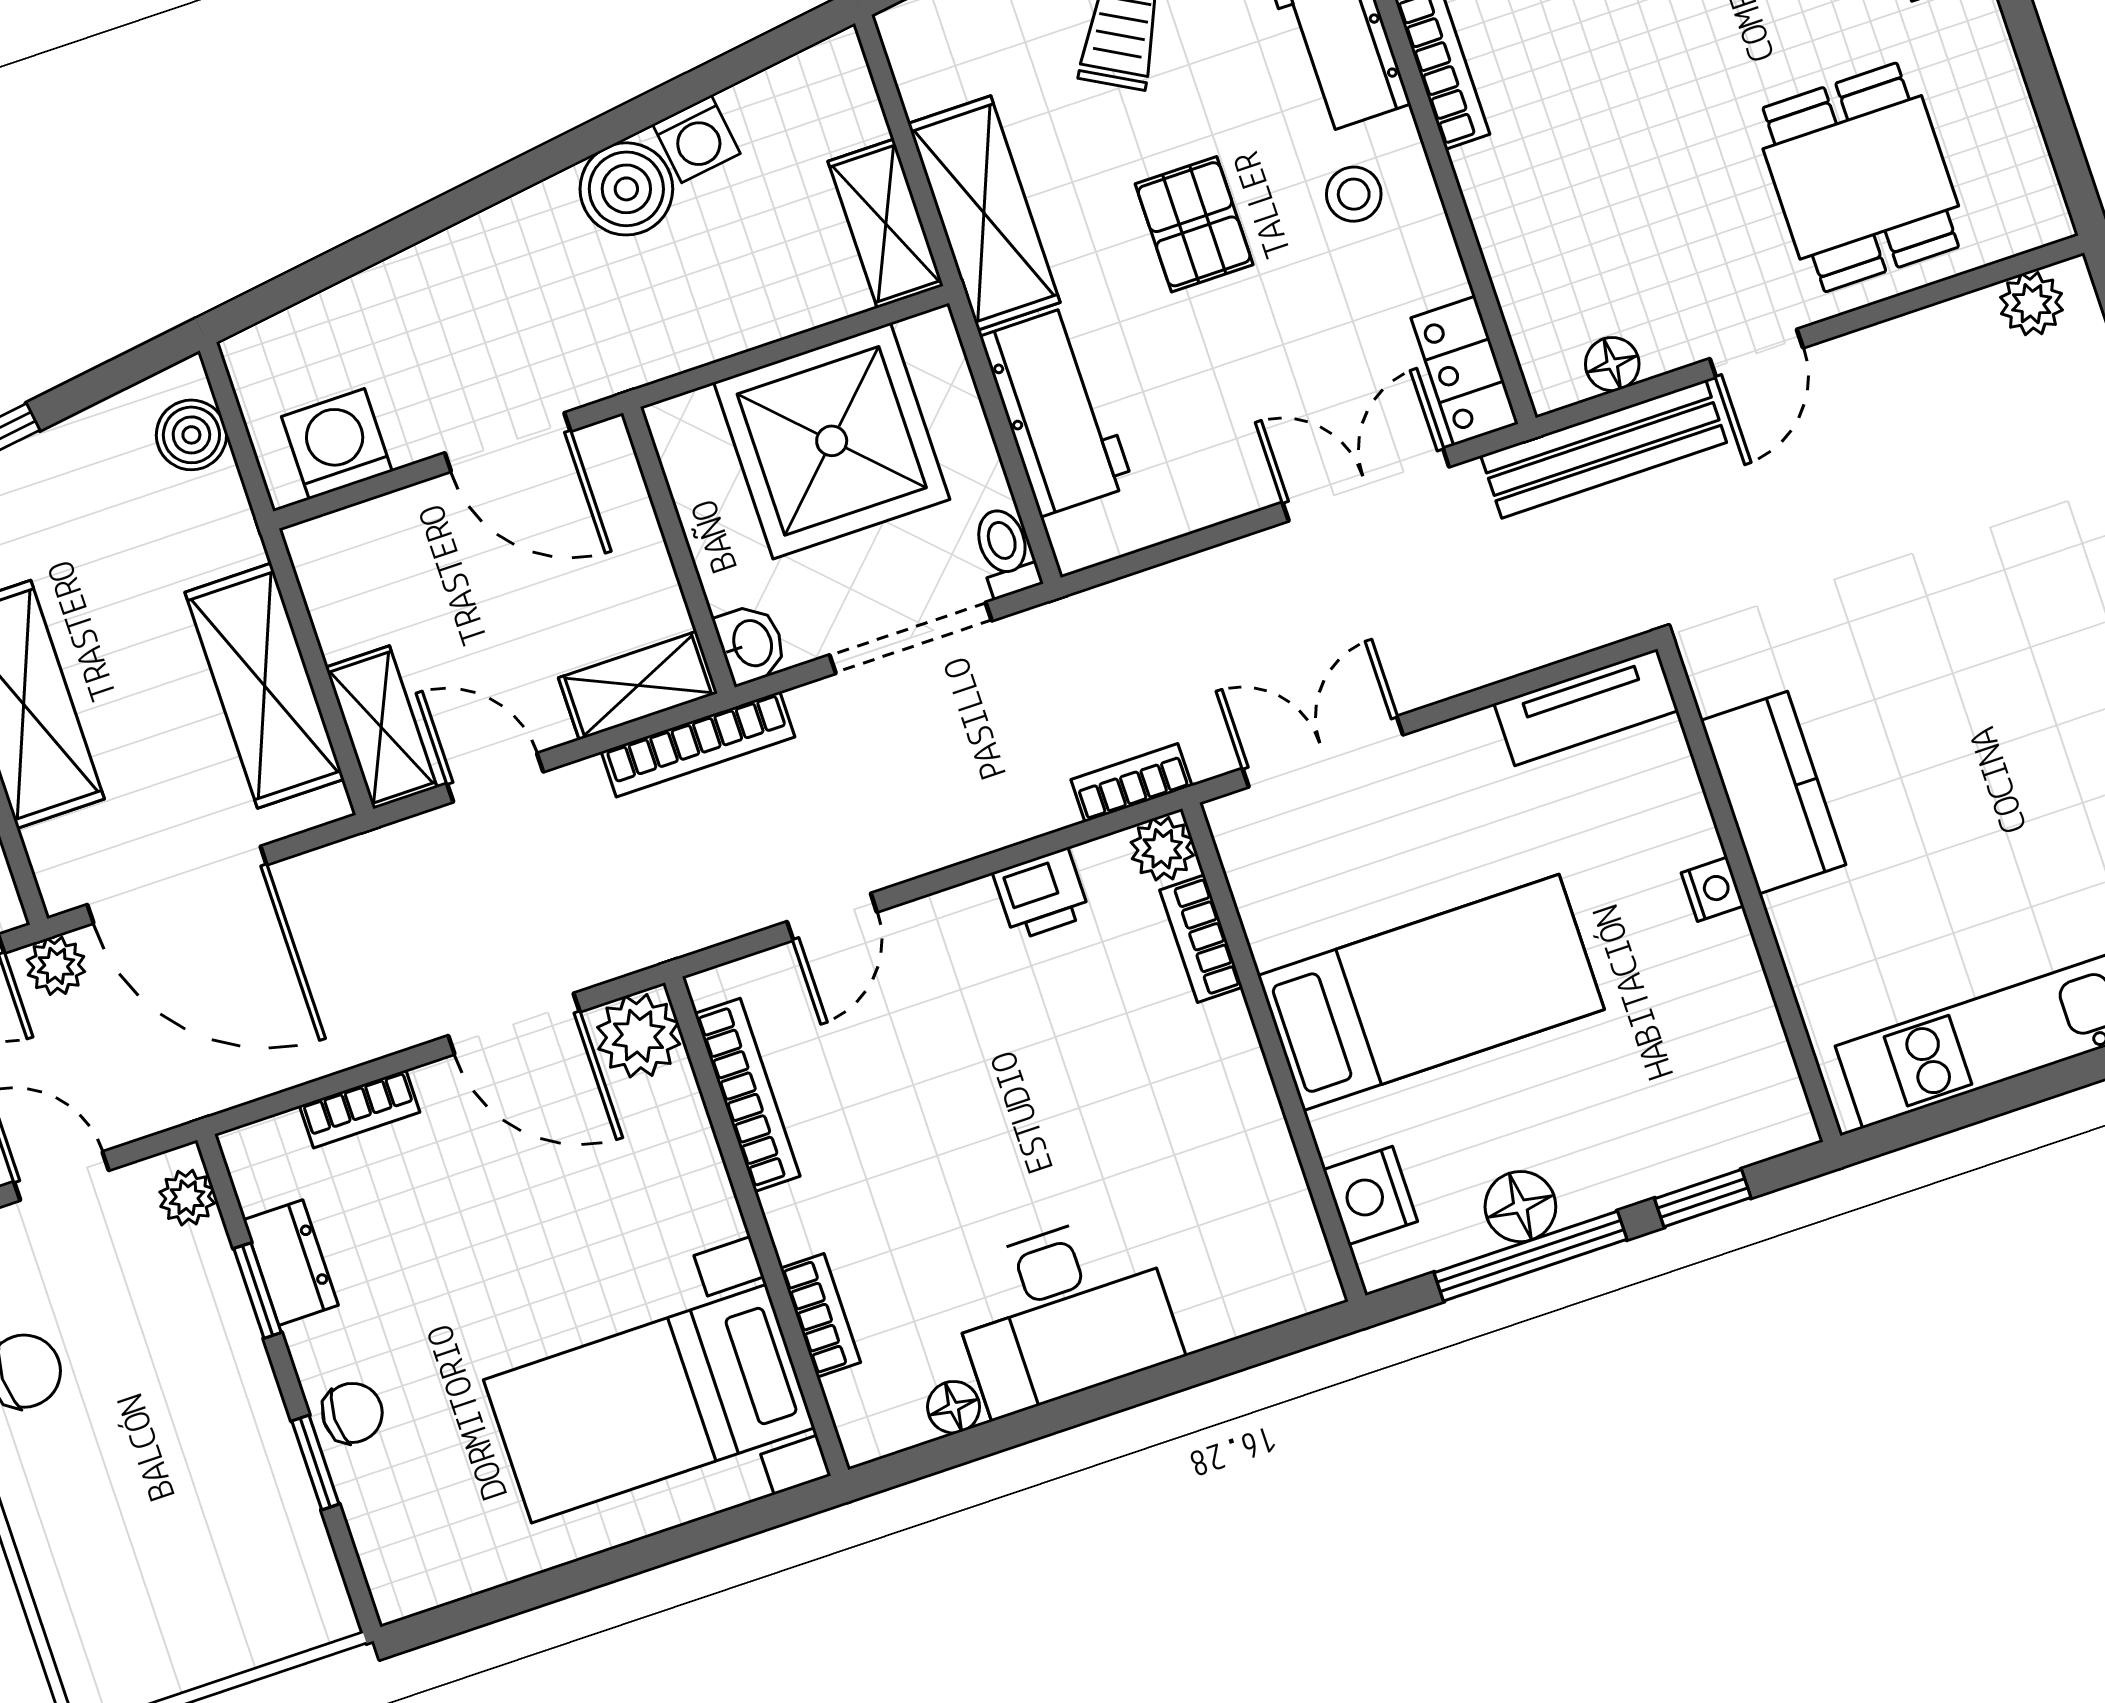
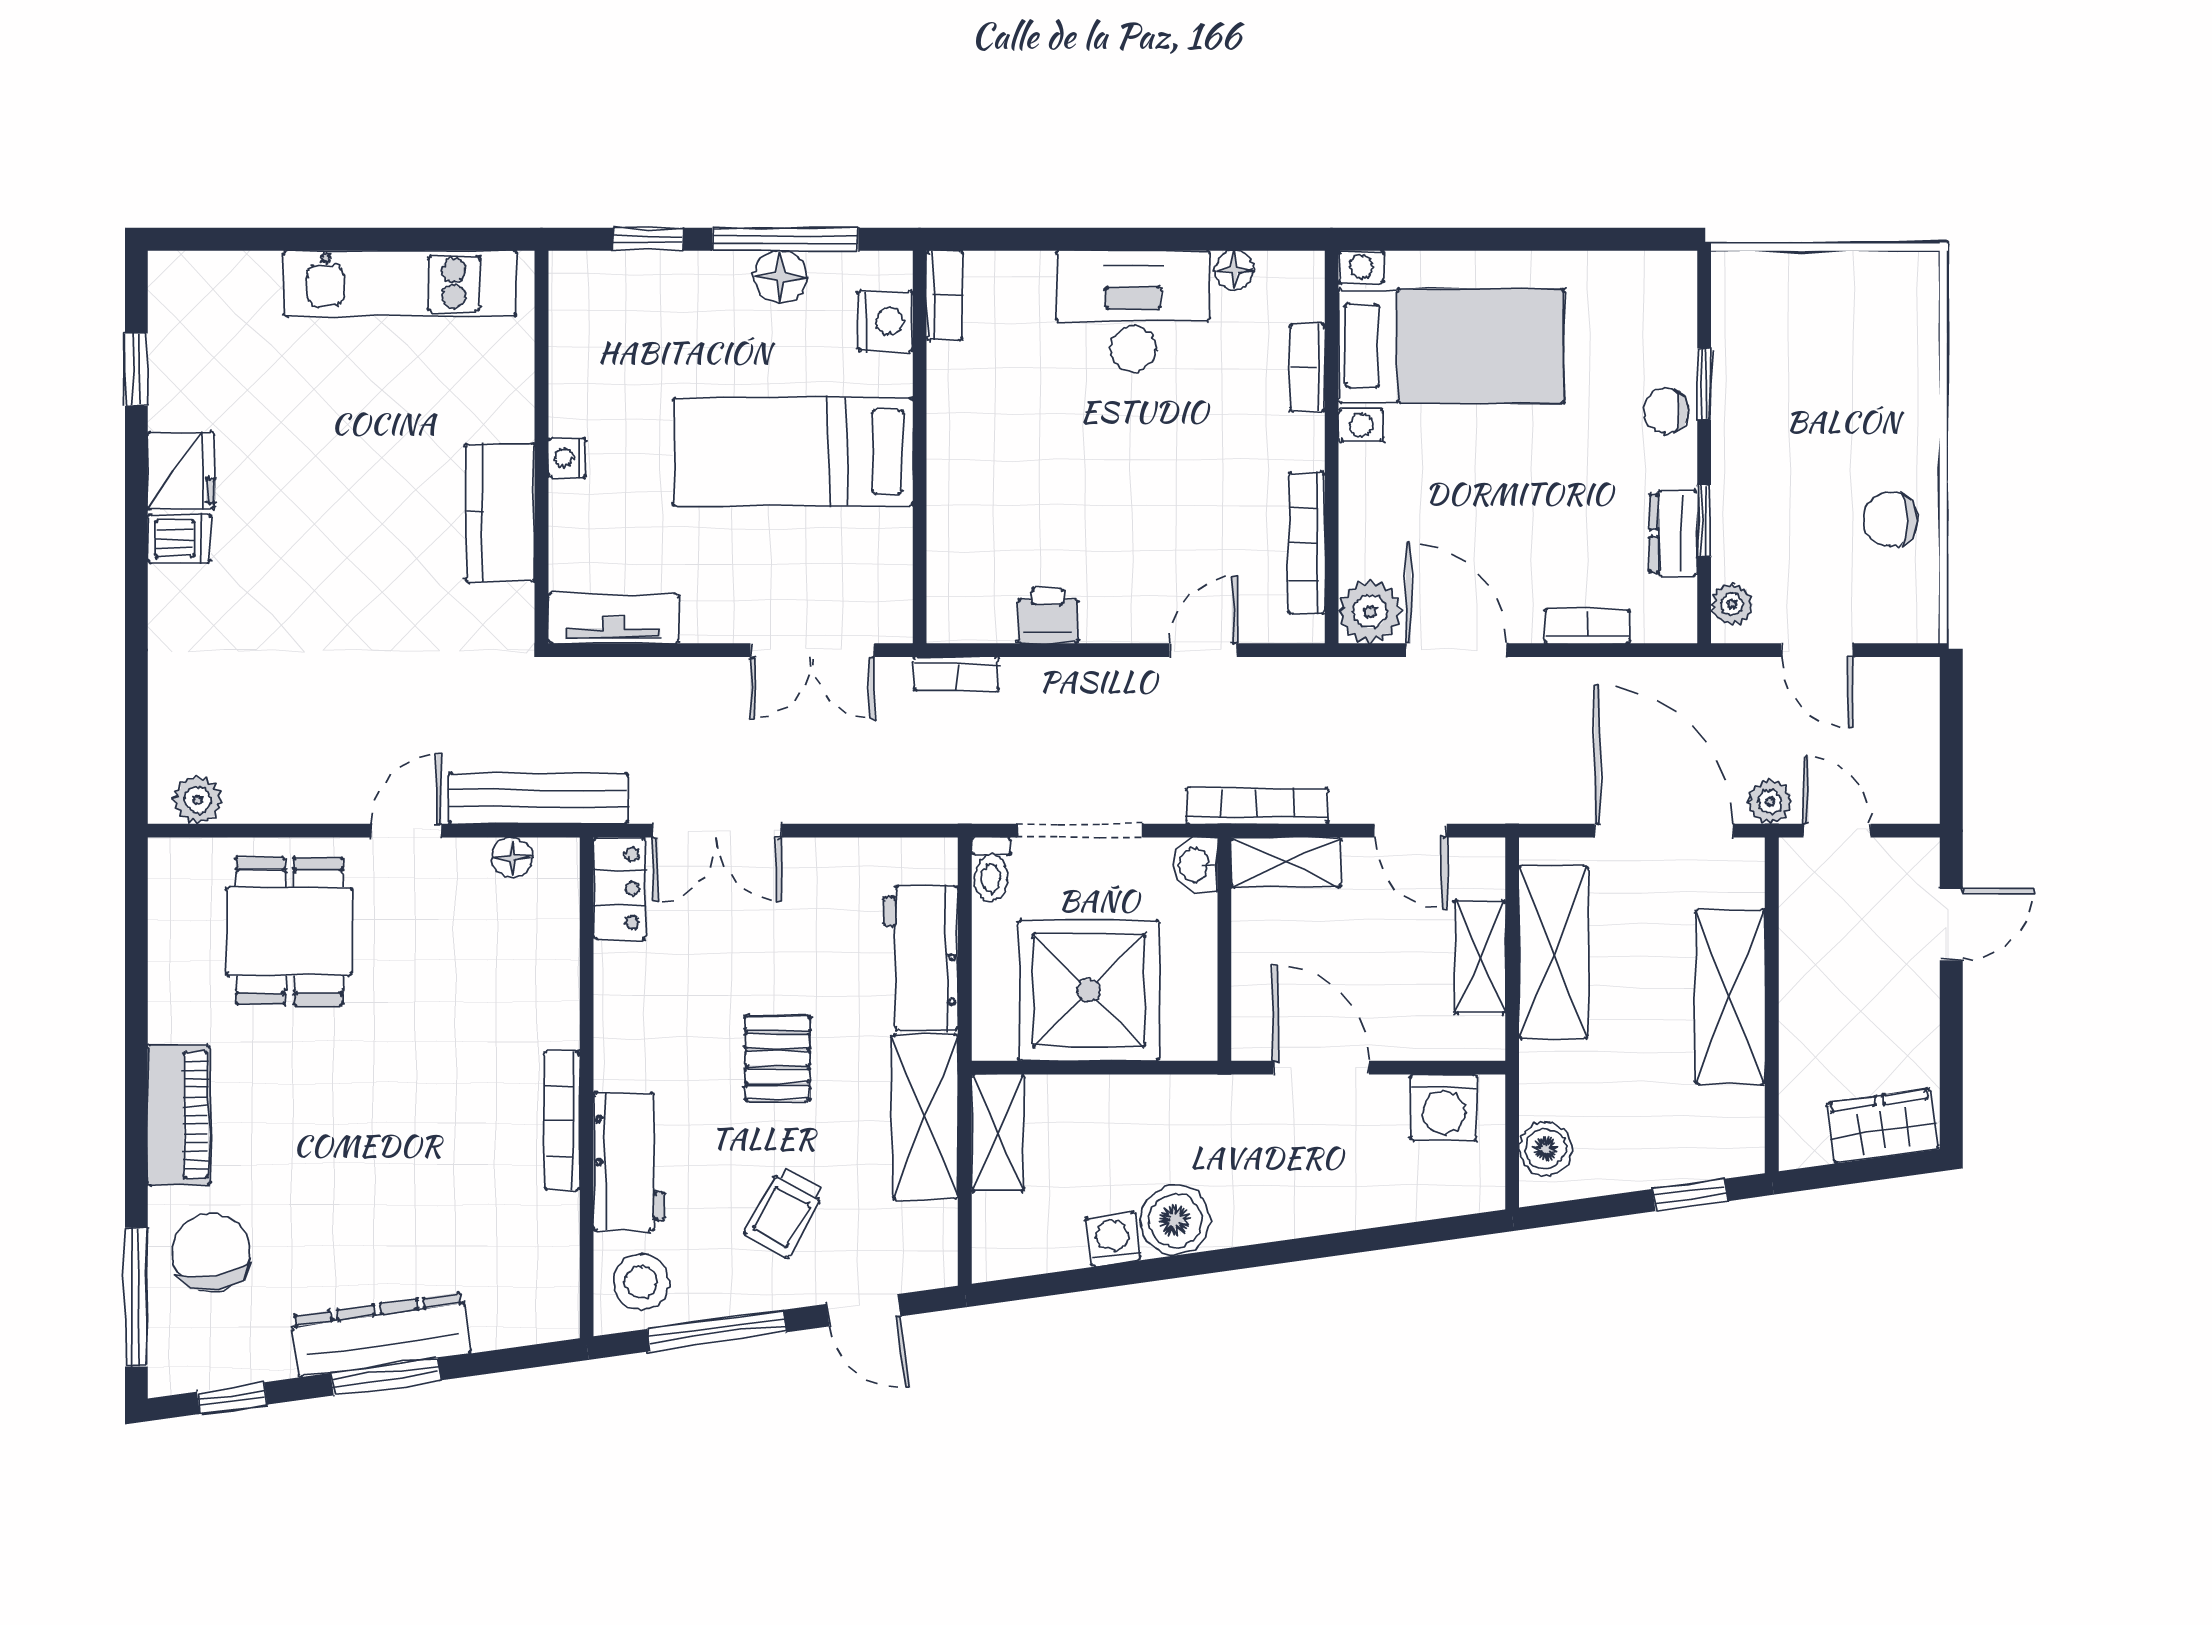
stool: (1354, 194) -> (656, 1041), removed
shelving: (381, 727) -> (1480, 957), moved
plant: (1162, 849) -> (951, 619), removed
bookcase: (1201, 939) -> (944, 295), moved

